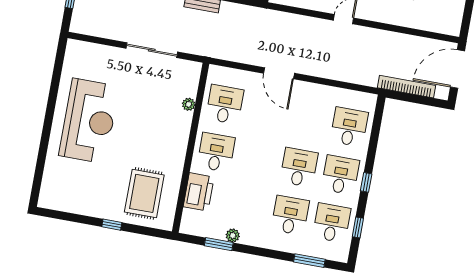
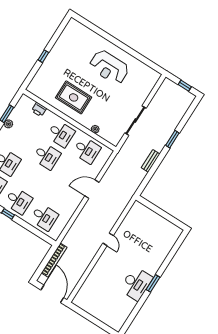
reception desk: (89, 121) -> (109, 67), width x0.74, depth x0.77
desk: (299, 167) -> (47, 156), moved
printer: (199, 192) -> (39, 109), width x0.53, depth x0.68
rug: (144, 193) -> (74, 97), moved

